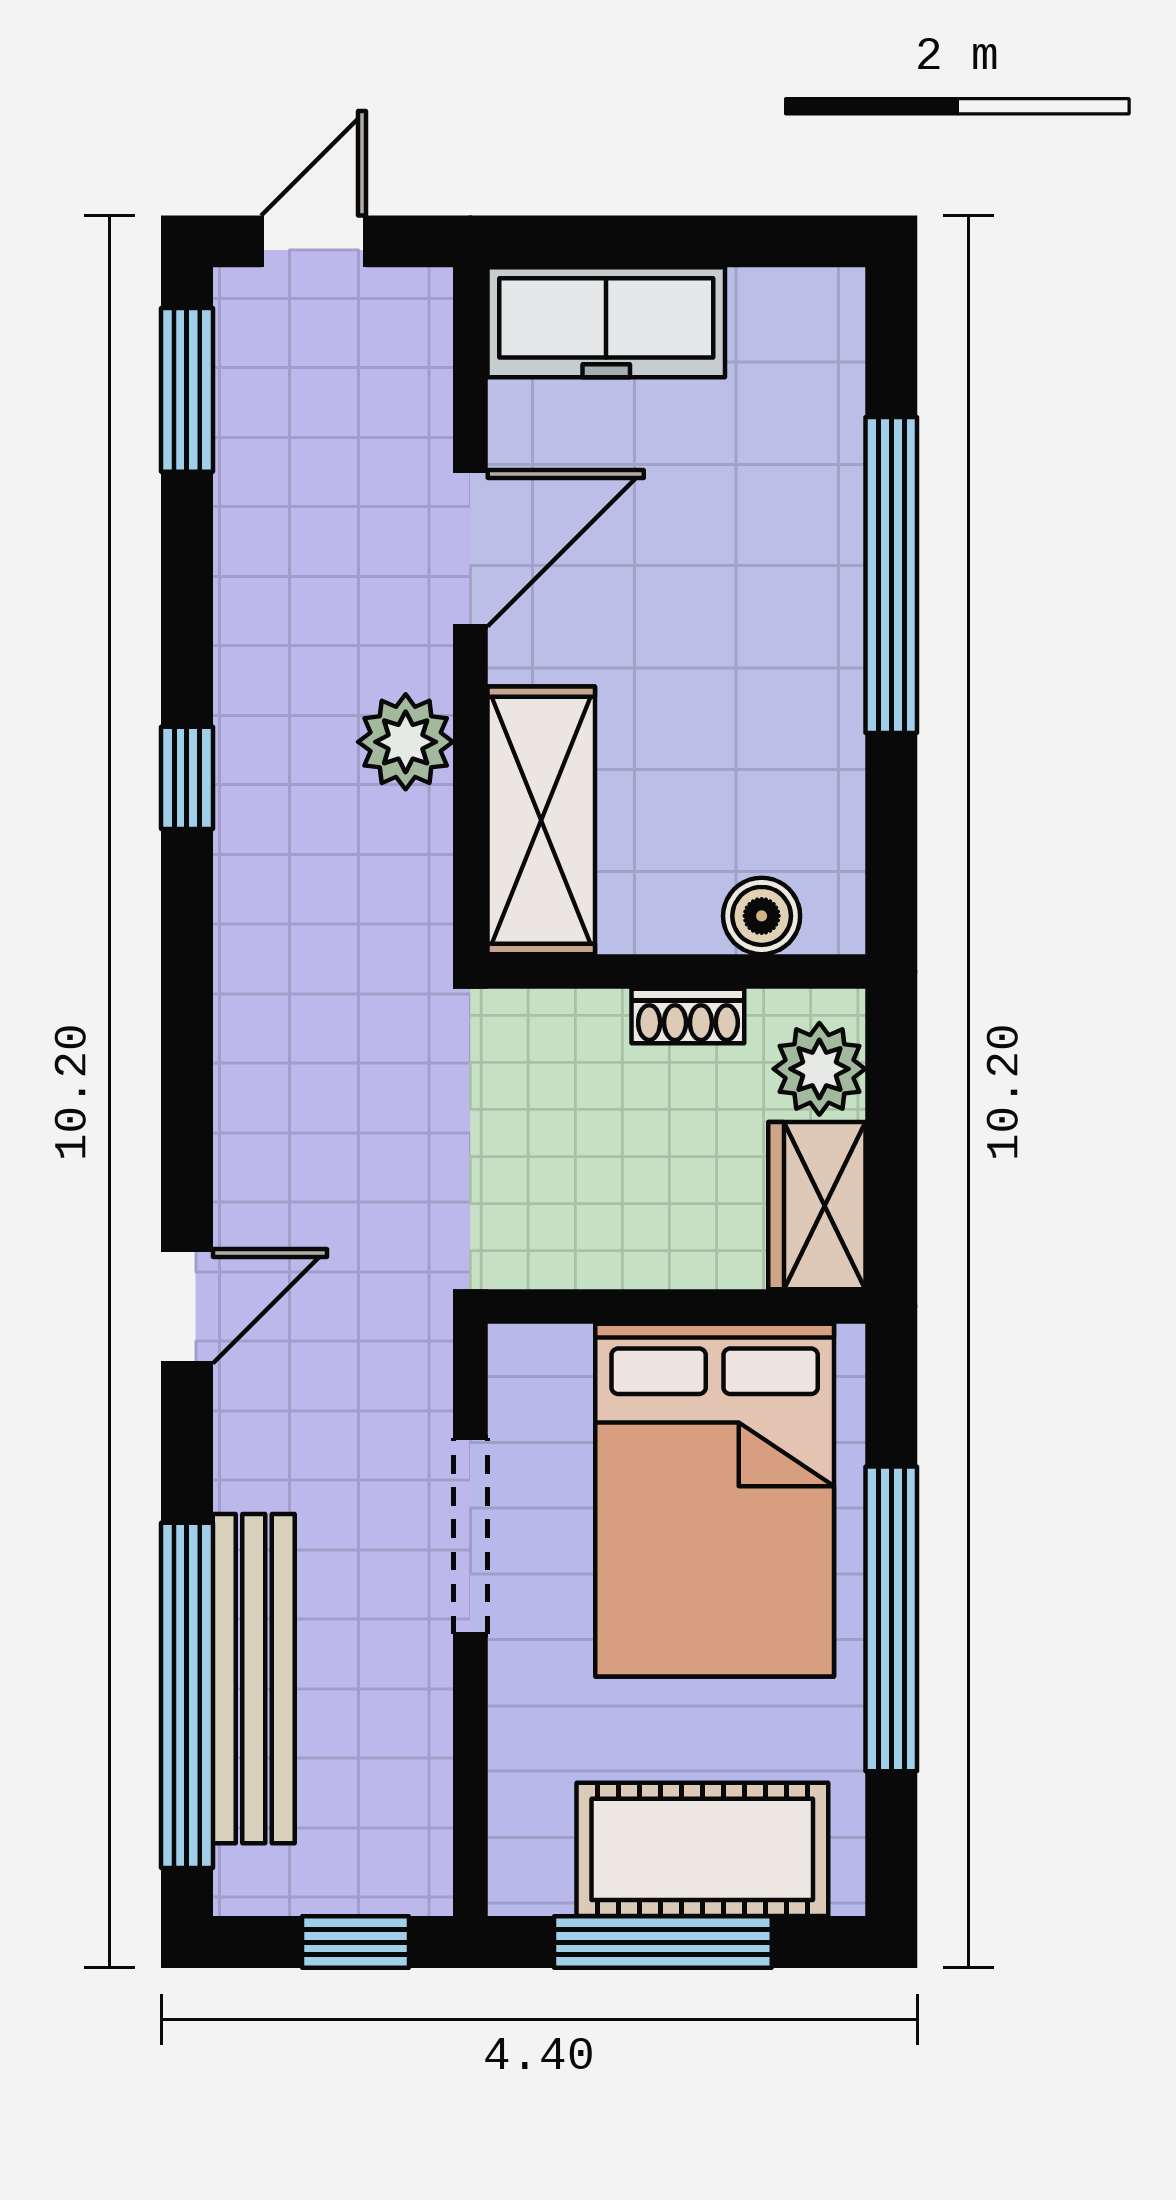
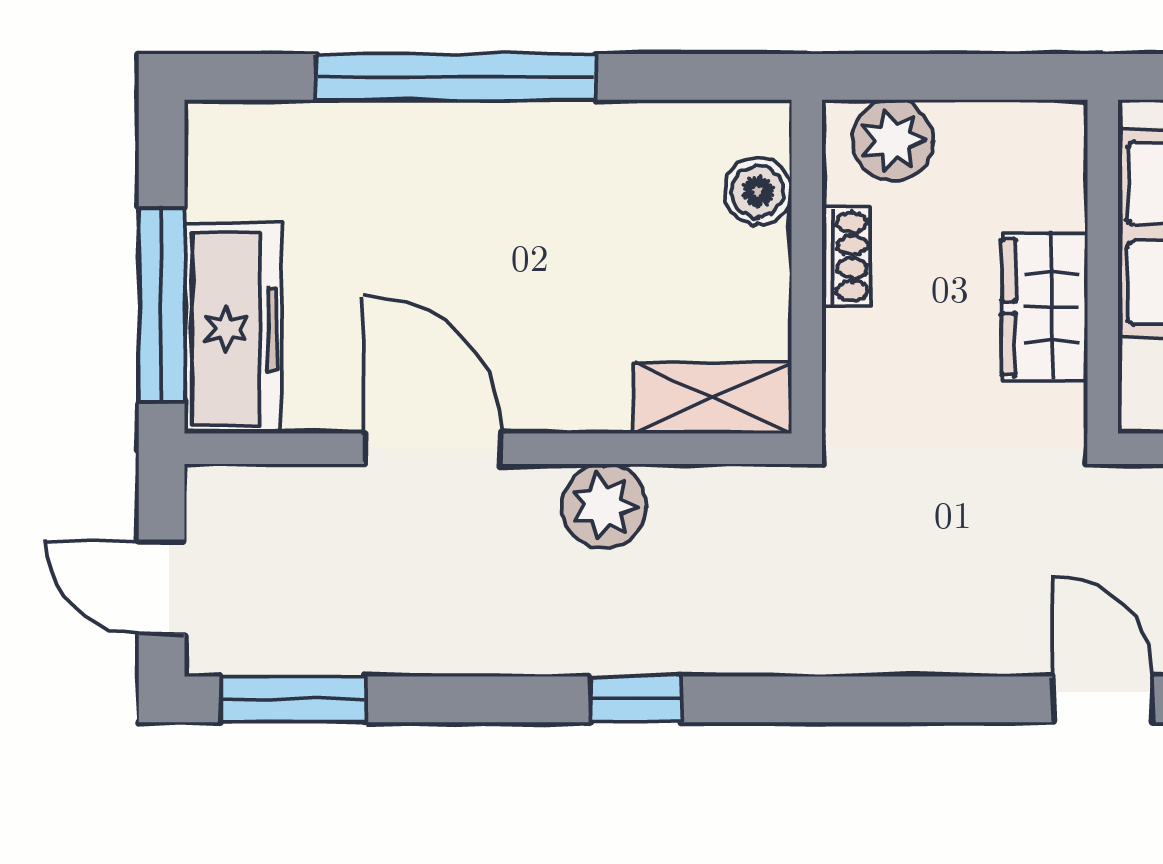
window: (633, 241) -> (162, 305), added
shelving: (541, 820) -> (713, 398), width x0.67, depth x0.75
wardrobe: (817, 1206) -> (1045, 307), moved, turned 90

